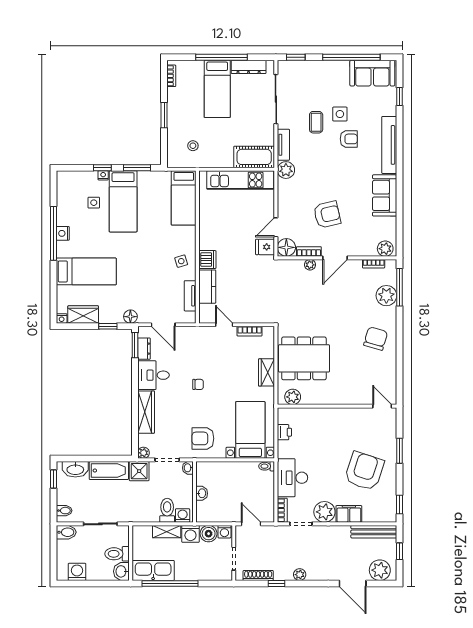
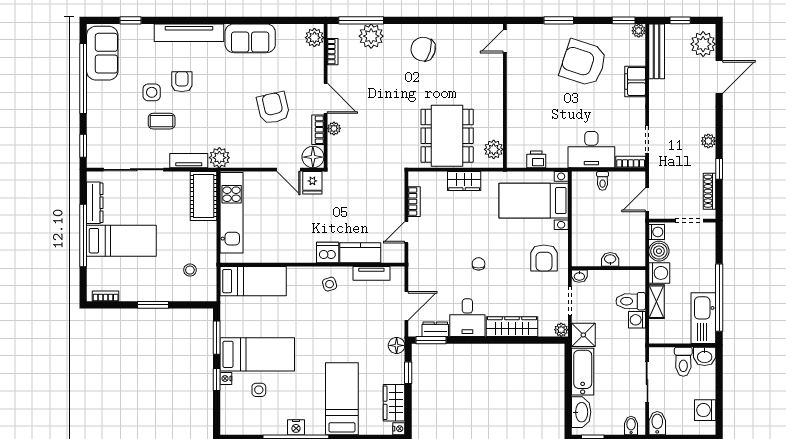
toilet: (267, 466) -> (603, 181), moved
plant: (324, 512) -> (639, 31), moved, width x0.53, depth x0.53
washing machine: (183, 515) -> (637, 320), moved

